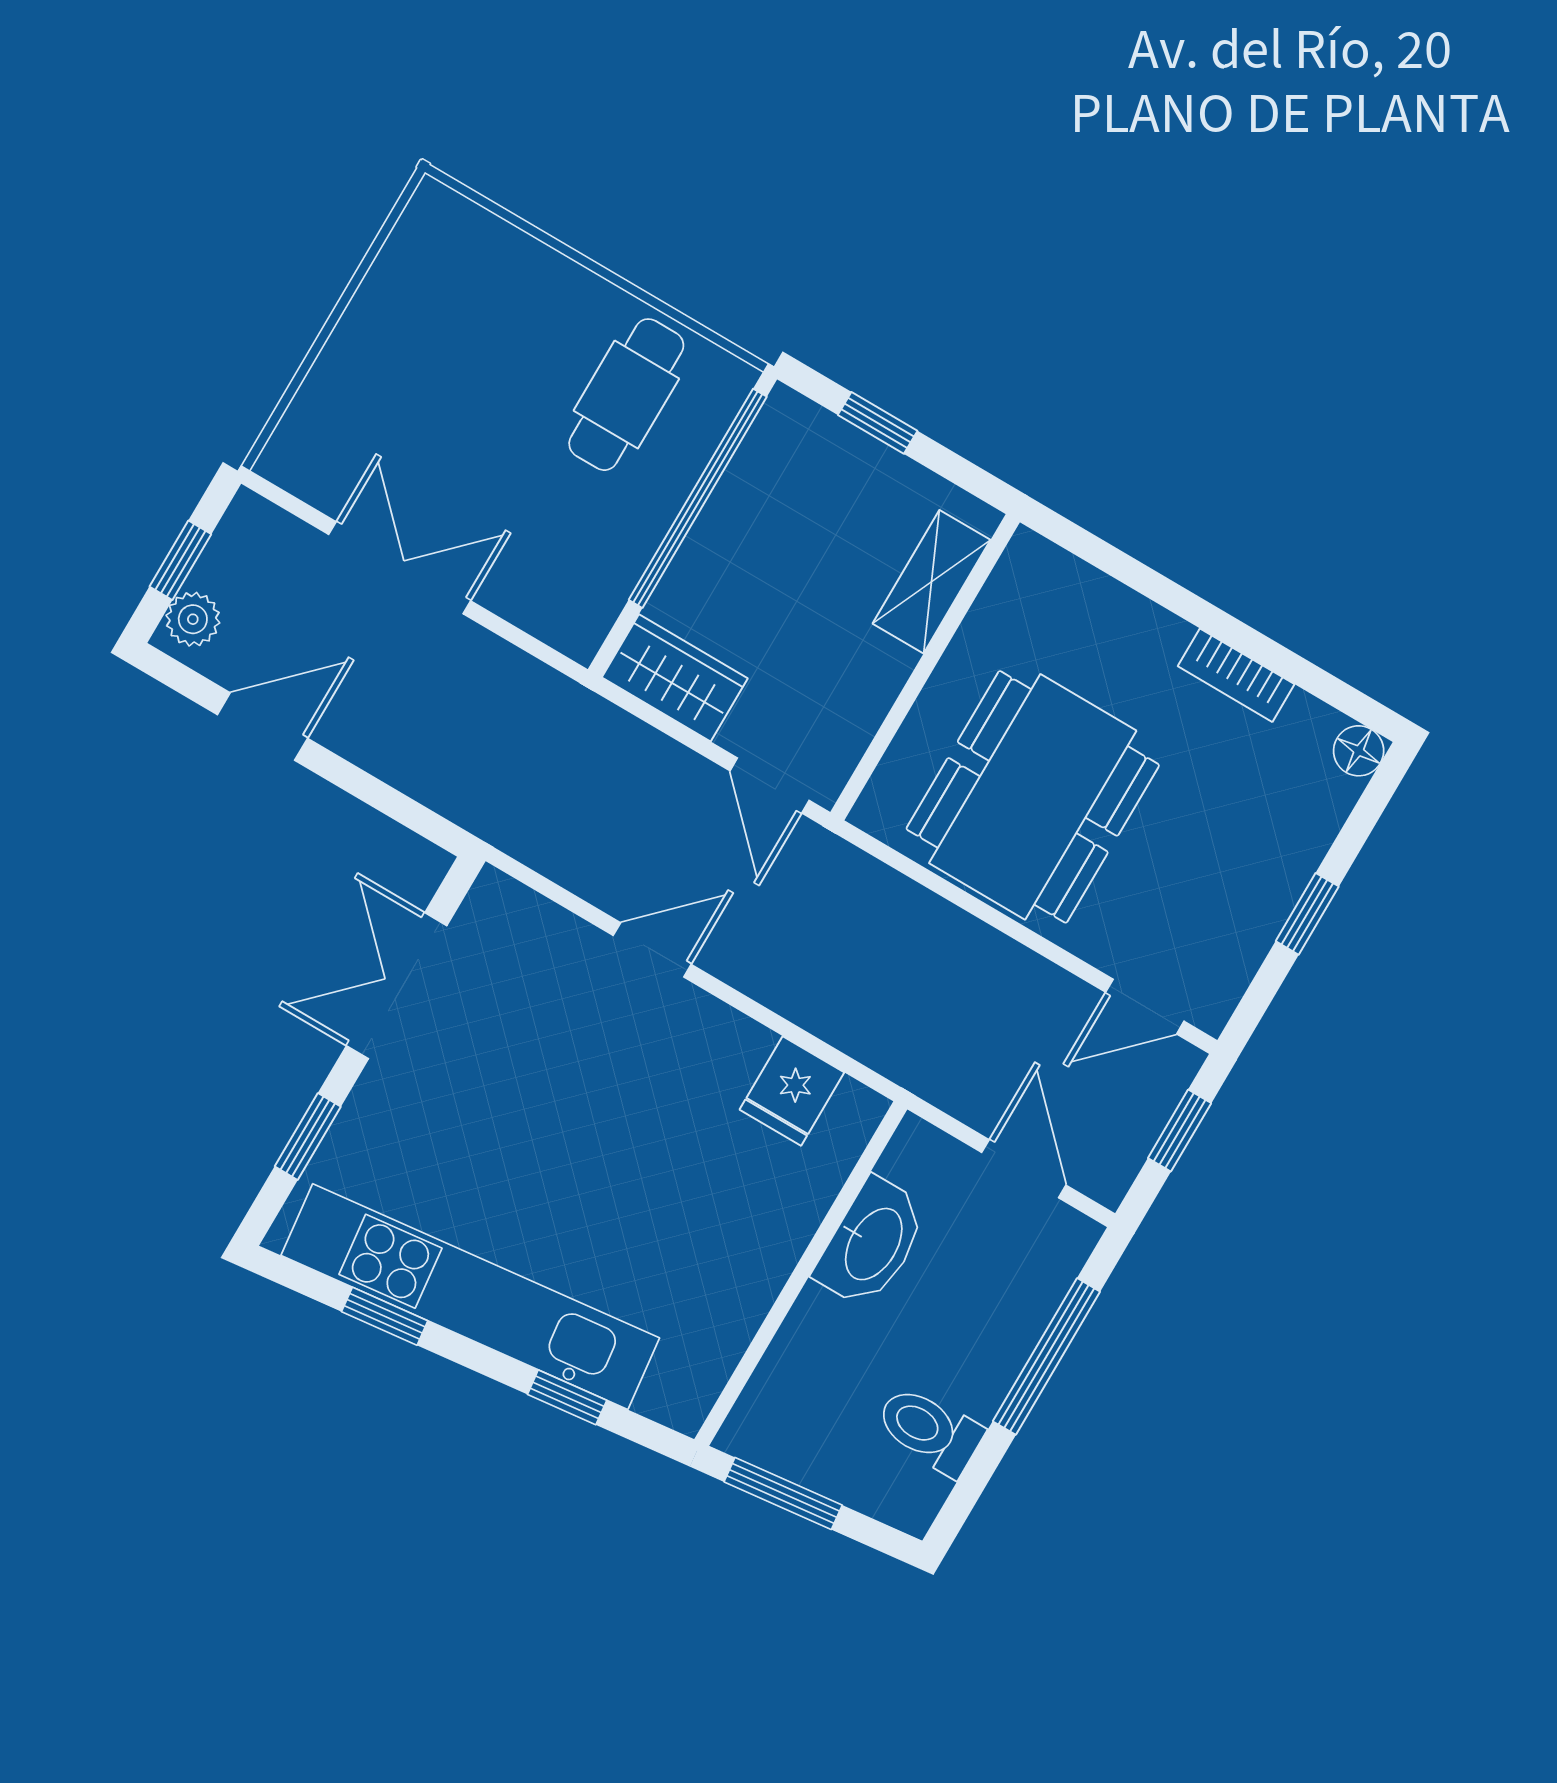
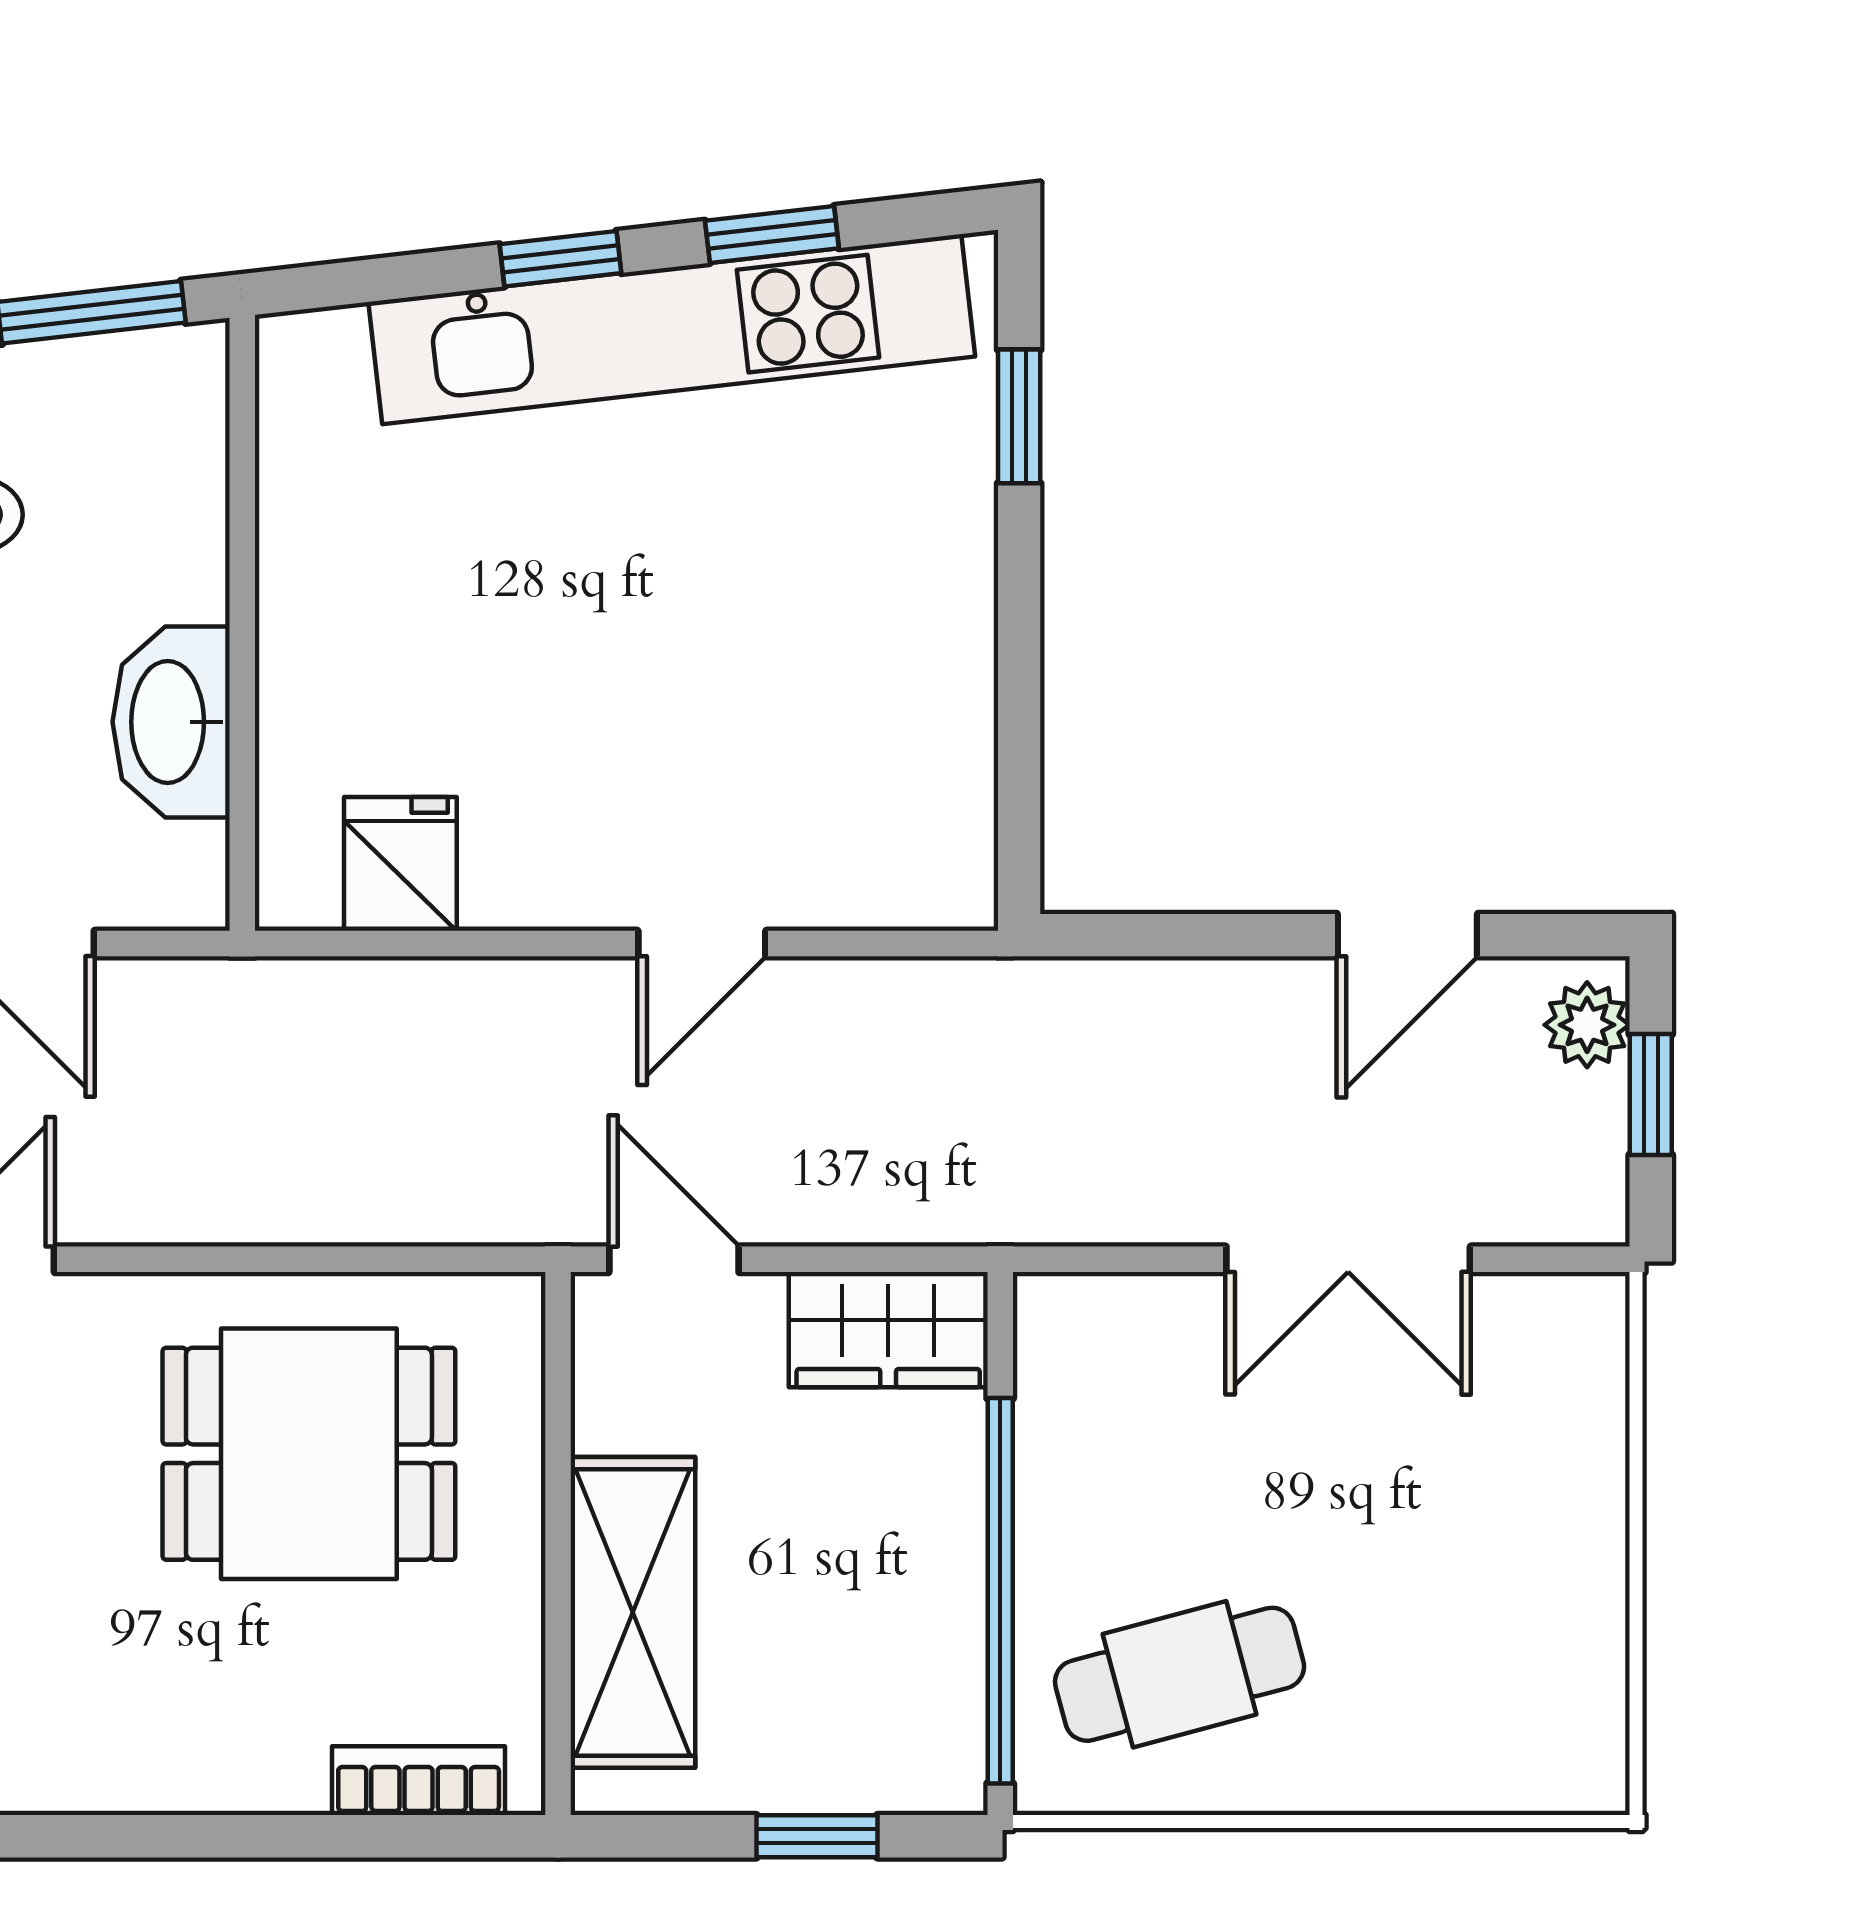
cafe table: (626, 395) -> (1180, 1674), turned 75
shelving: (932, 582) -> (633, 1612), width x1.50, depth x1.33
bookcase: (1236, 675) -> (419, 1781), moved
dining table: (1033, 797) -> (309, 1454), width x0.73
double door: (397, 986) -> (1019, 691), removed
window: (567, 1397) -> (560, 259), moved

